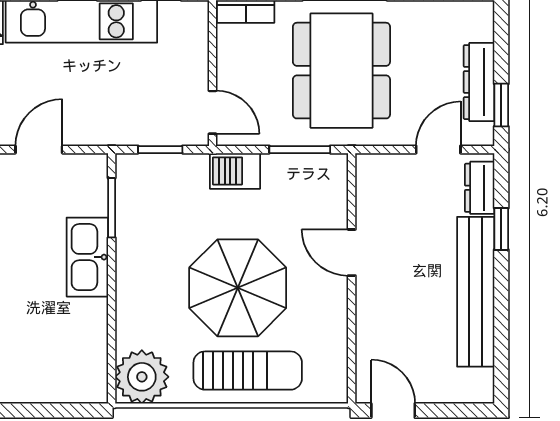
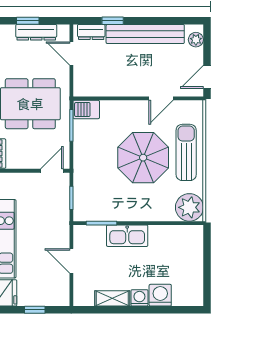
window: (501, 105) -> (28, 21), moved
barbecue: (235, 171) -> (86, 110), moved, turned 90
door: (352, 253) -> (161, 98), moved
plant: (465, 389) -> (196, 40), added

